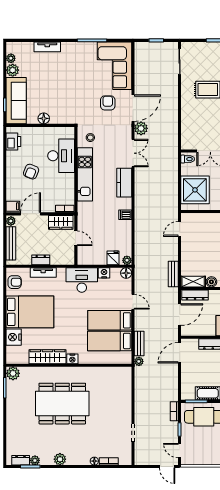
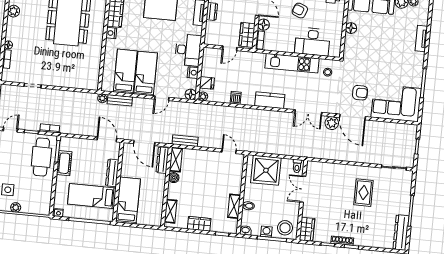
kitchen counter: (124, 183) -> (270, 100), moved
floor lamp: (49, 207) -> (263, 25), added
dishwasher: (125, 215) -> (236, 98), moved

